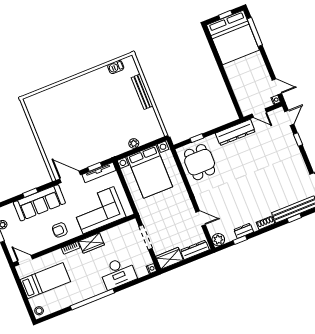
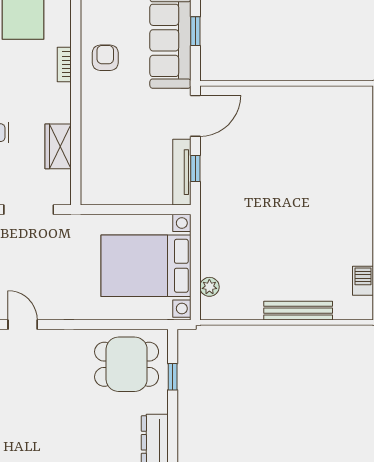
plant: (134, 143) -> (209, 287), moved
corner sofa: (98, 210) -> (113, 143), removed
door: (201, 218) -> (23, 325), swing flipped
wardrobe: (91, 243) -> (58, 146), moved

